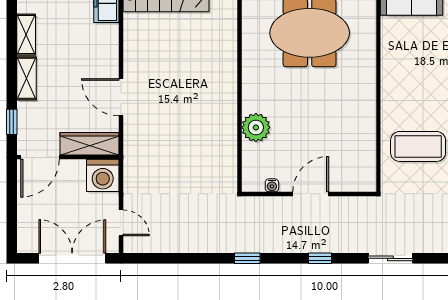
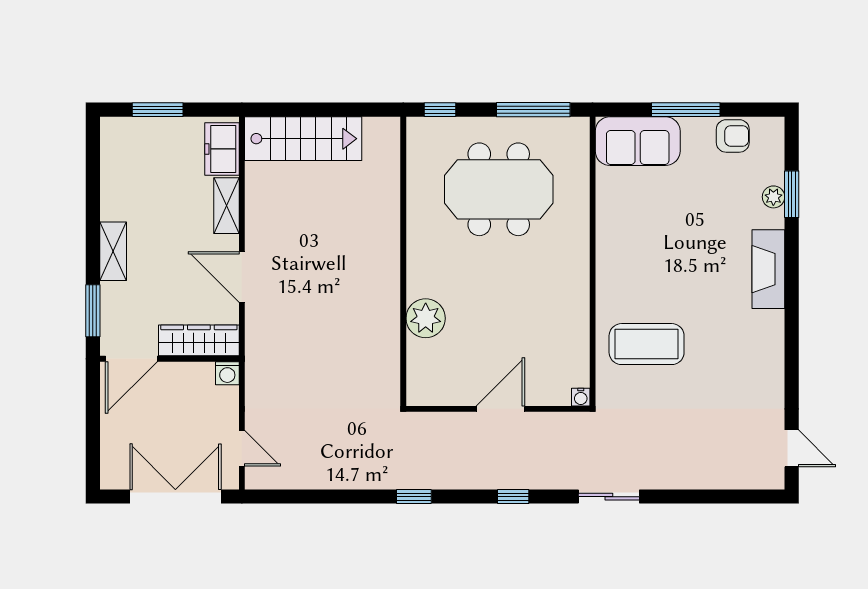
shelving: (26, 35) -> (226, 206), moved
window: (12, 122) -> (93, 311), width x1.50
washing machine: (103, 175) -> (227, 373), width x0.53, depth x0.53
water cooler: (272, 185) -> (581, 397), moved

